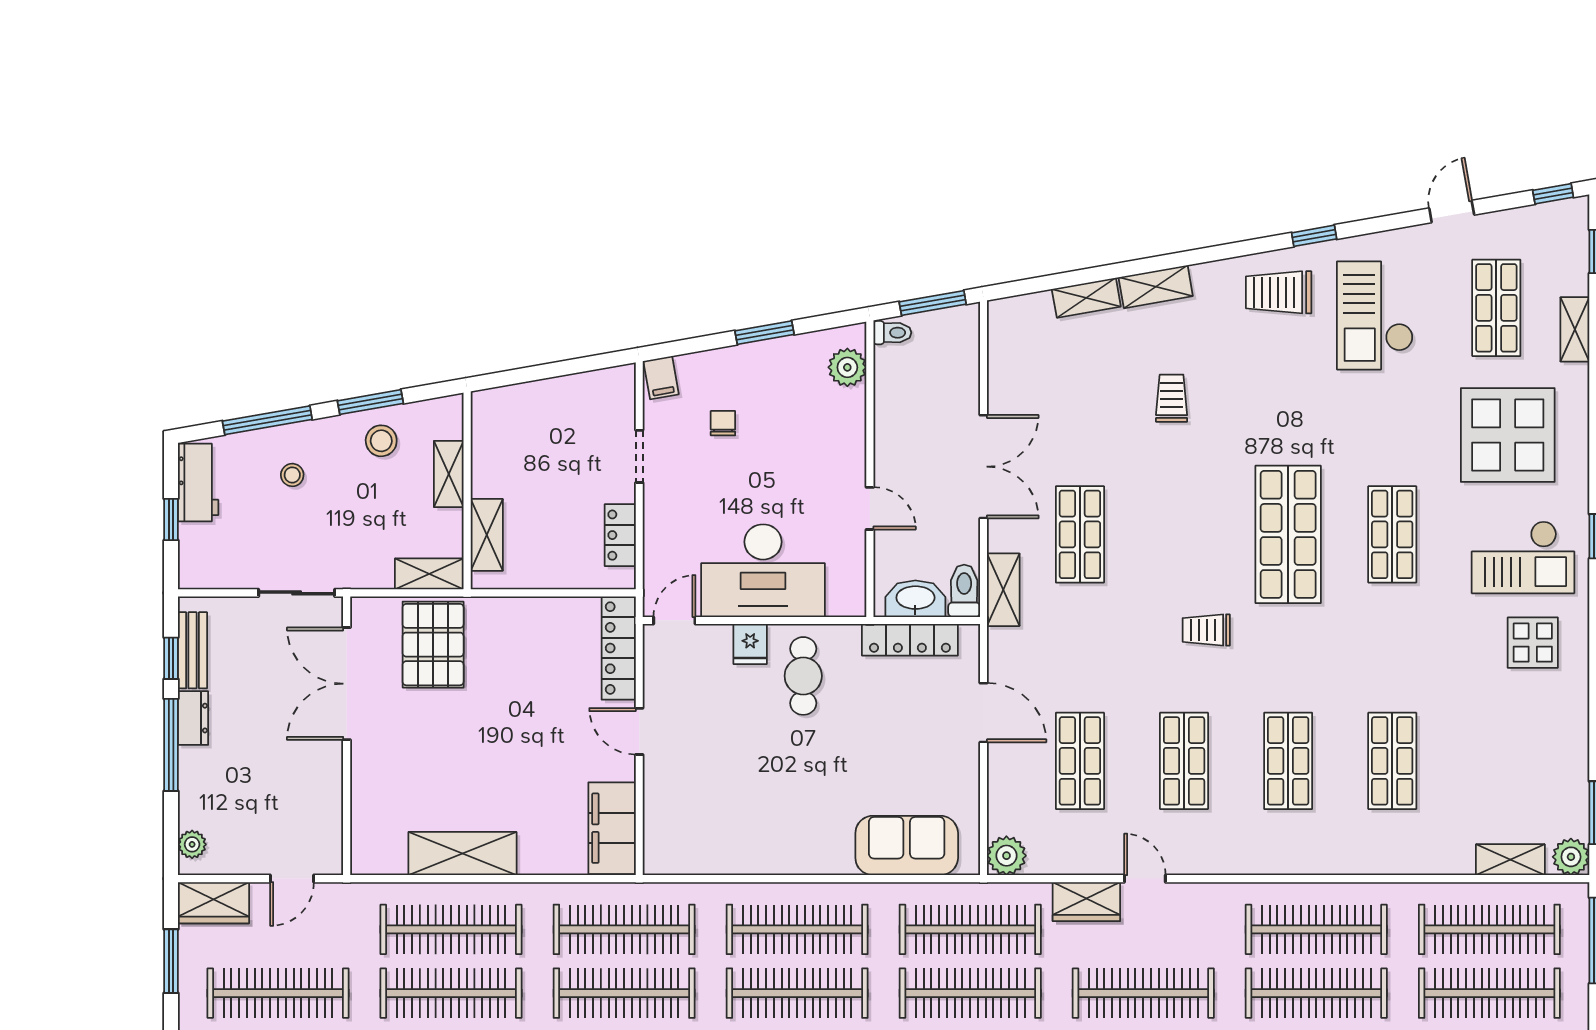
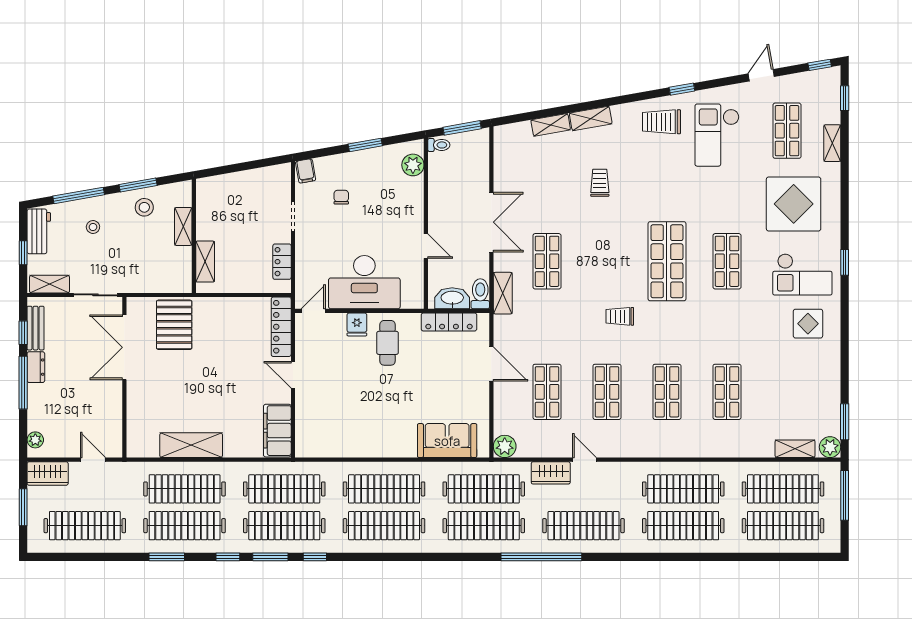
shelving: (429, 574) -> (49, 284), moved
door: (292, 879) -> (93, 460), swing flipped

